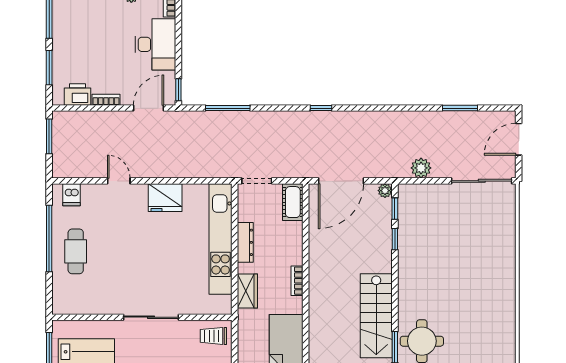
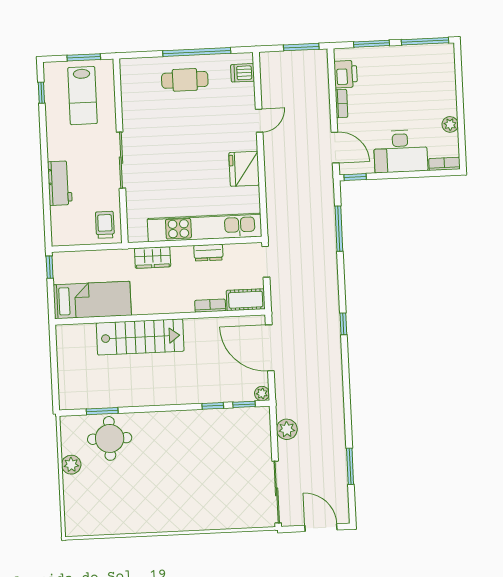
dresser: (245, 242) -> (208, 253), width x0.70
bookcase: (297, 281) -> (210, 306), moved
stairs: (376, 316) -> (140, 337), moved, turned 180

